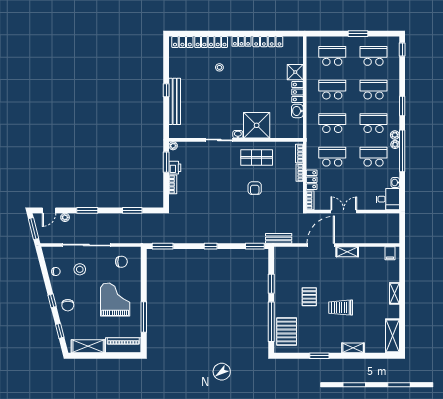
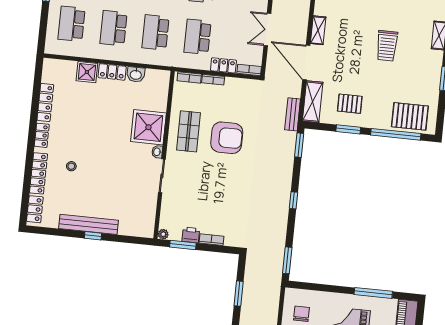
bench: (175, 101) -> (89, 224), moved
armchair: (255, 188) -> (227, 138), width x1.88, depth x1.88
shelving: (290, 253) -> (313, 102), added
pallet: (309, 297) -> (350, 104), moved

